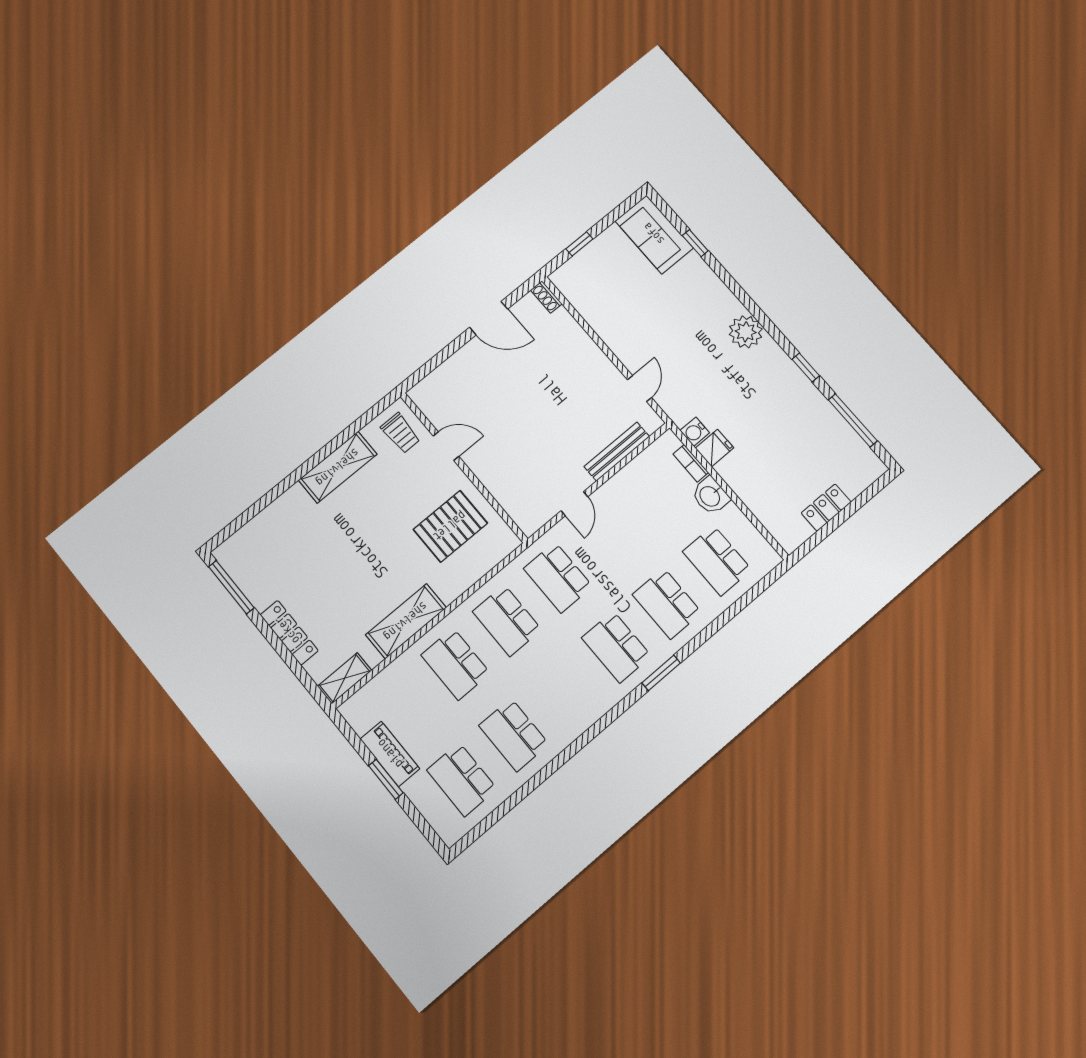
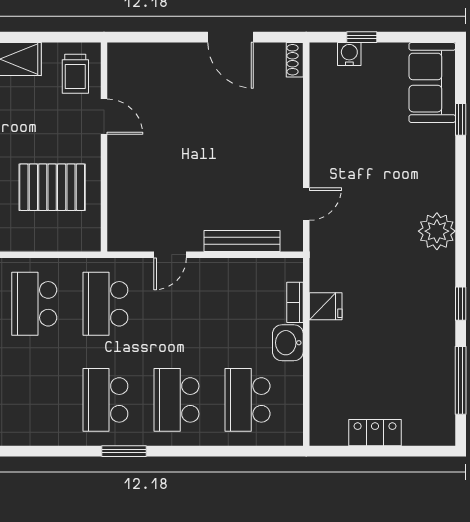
water cooler: (695, 432) -> (349, 54), moved, turned 90

